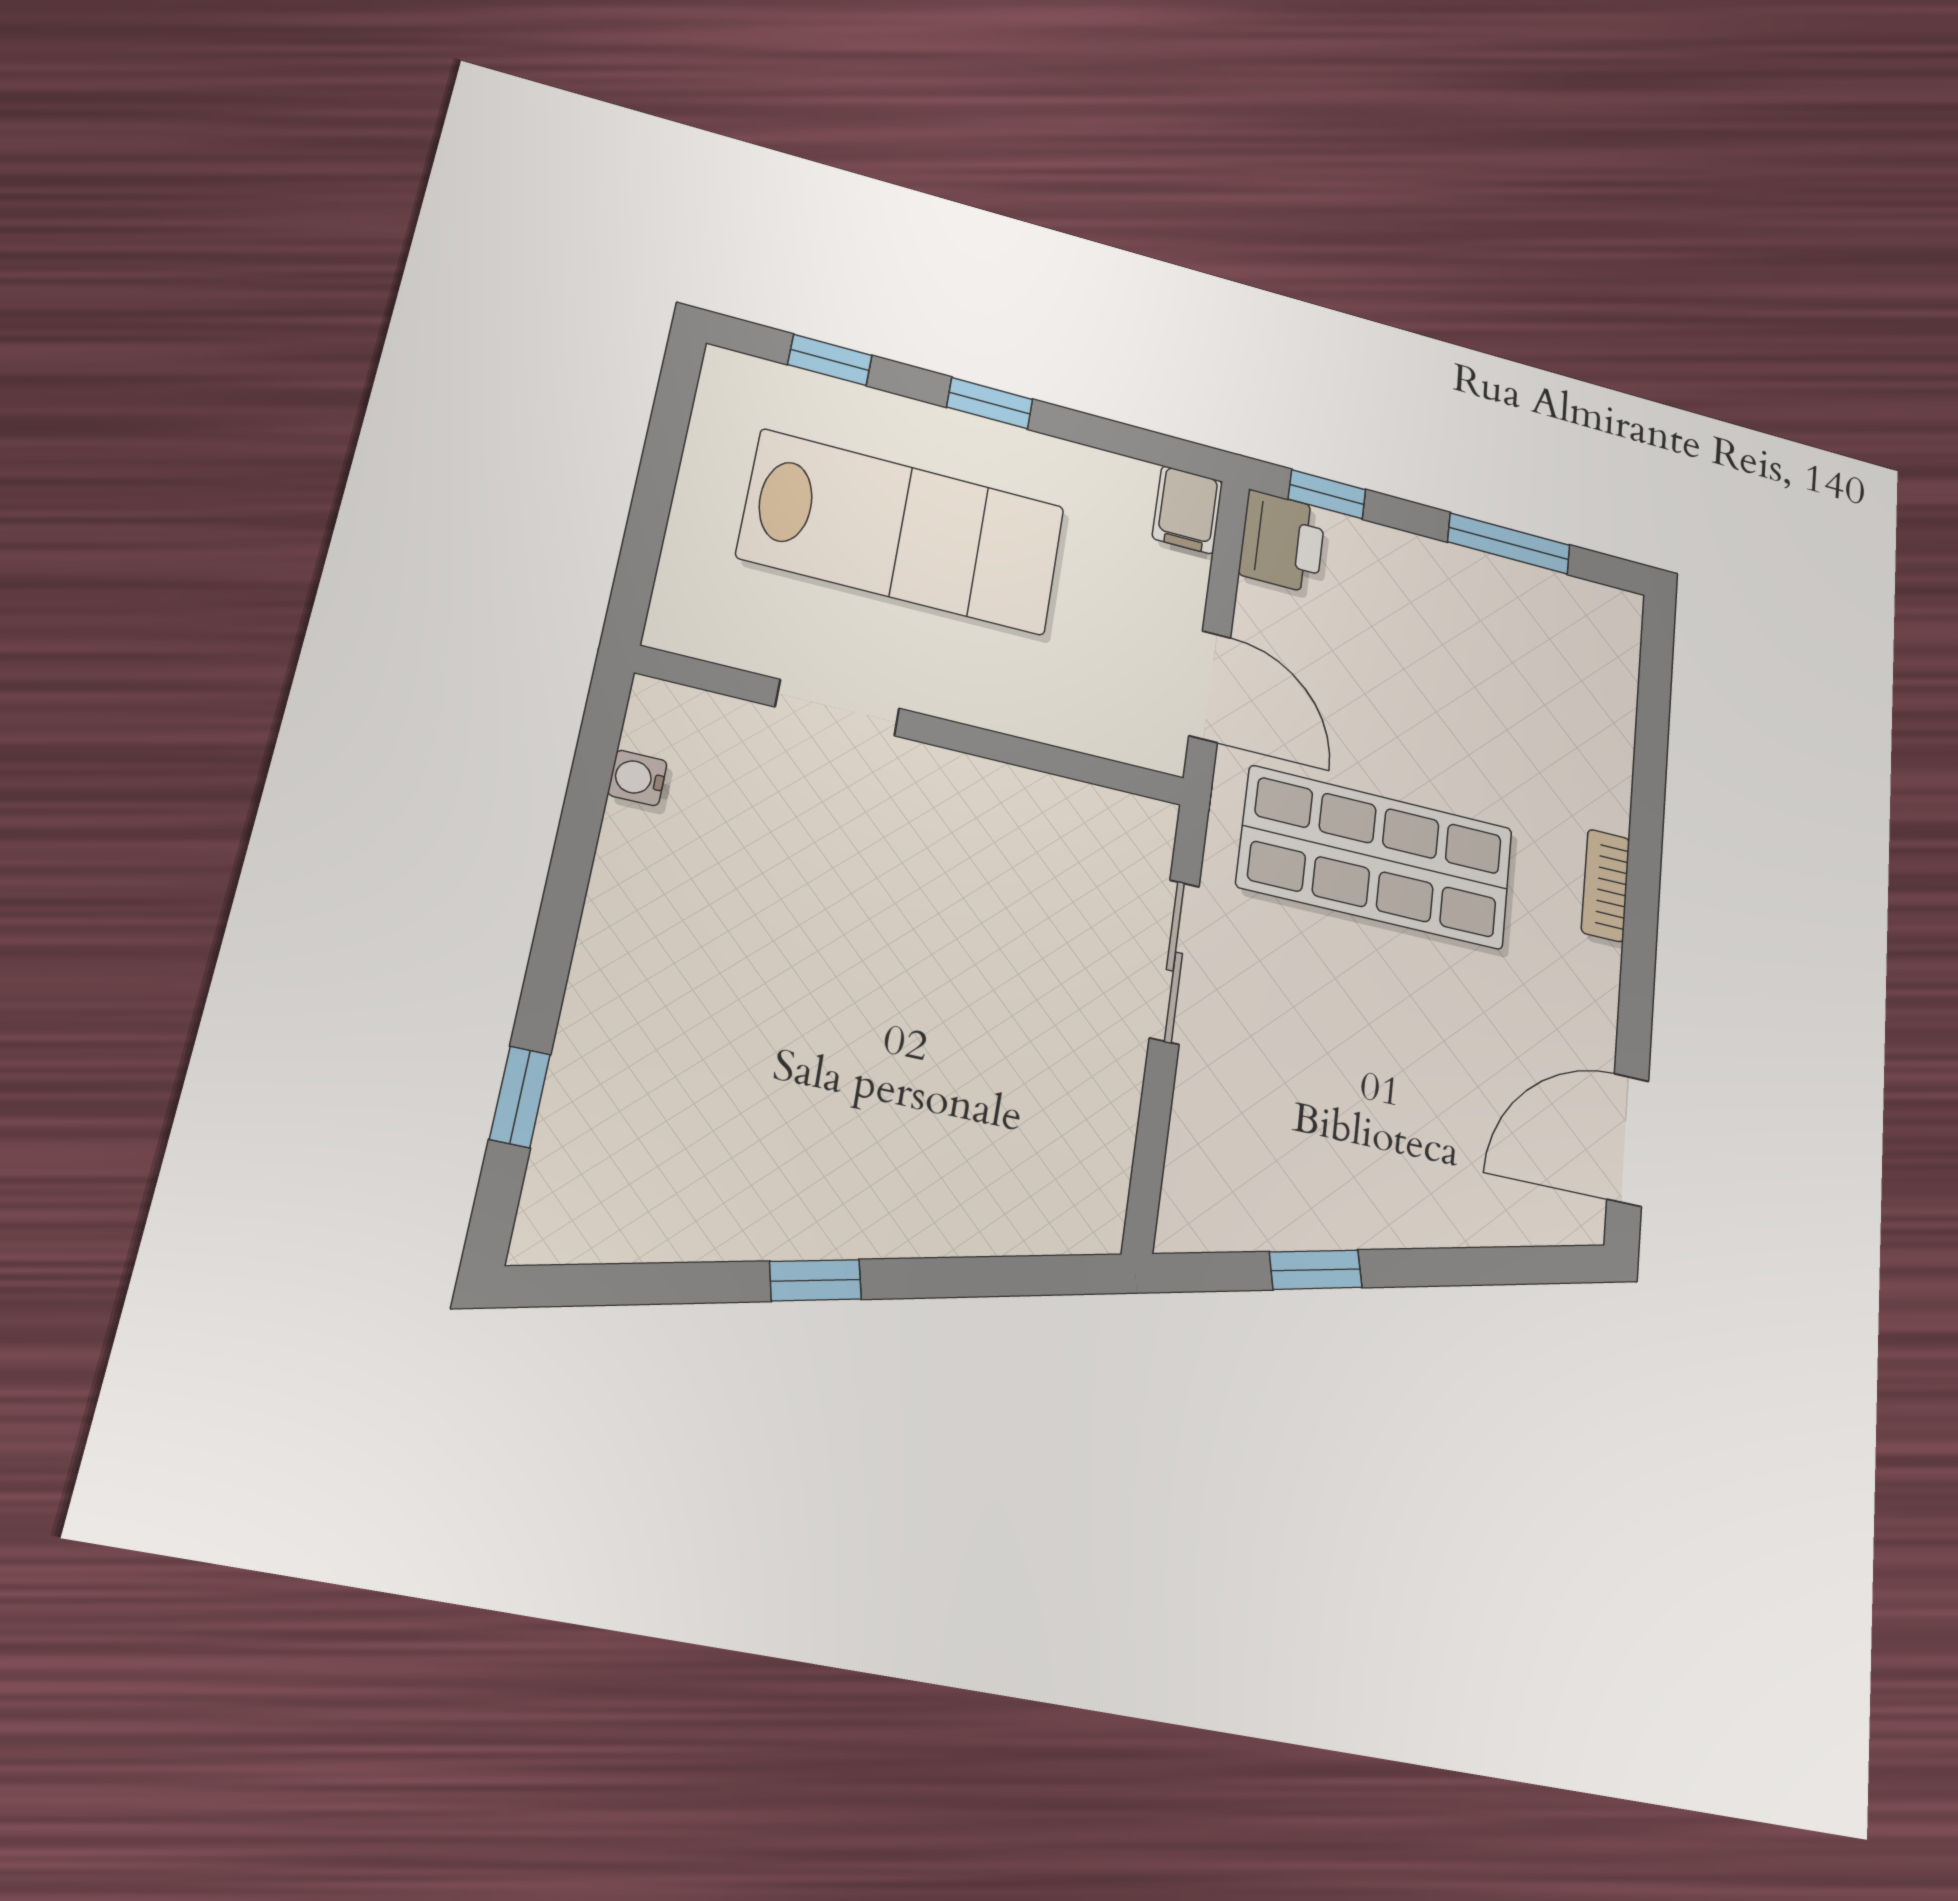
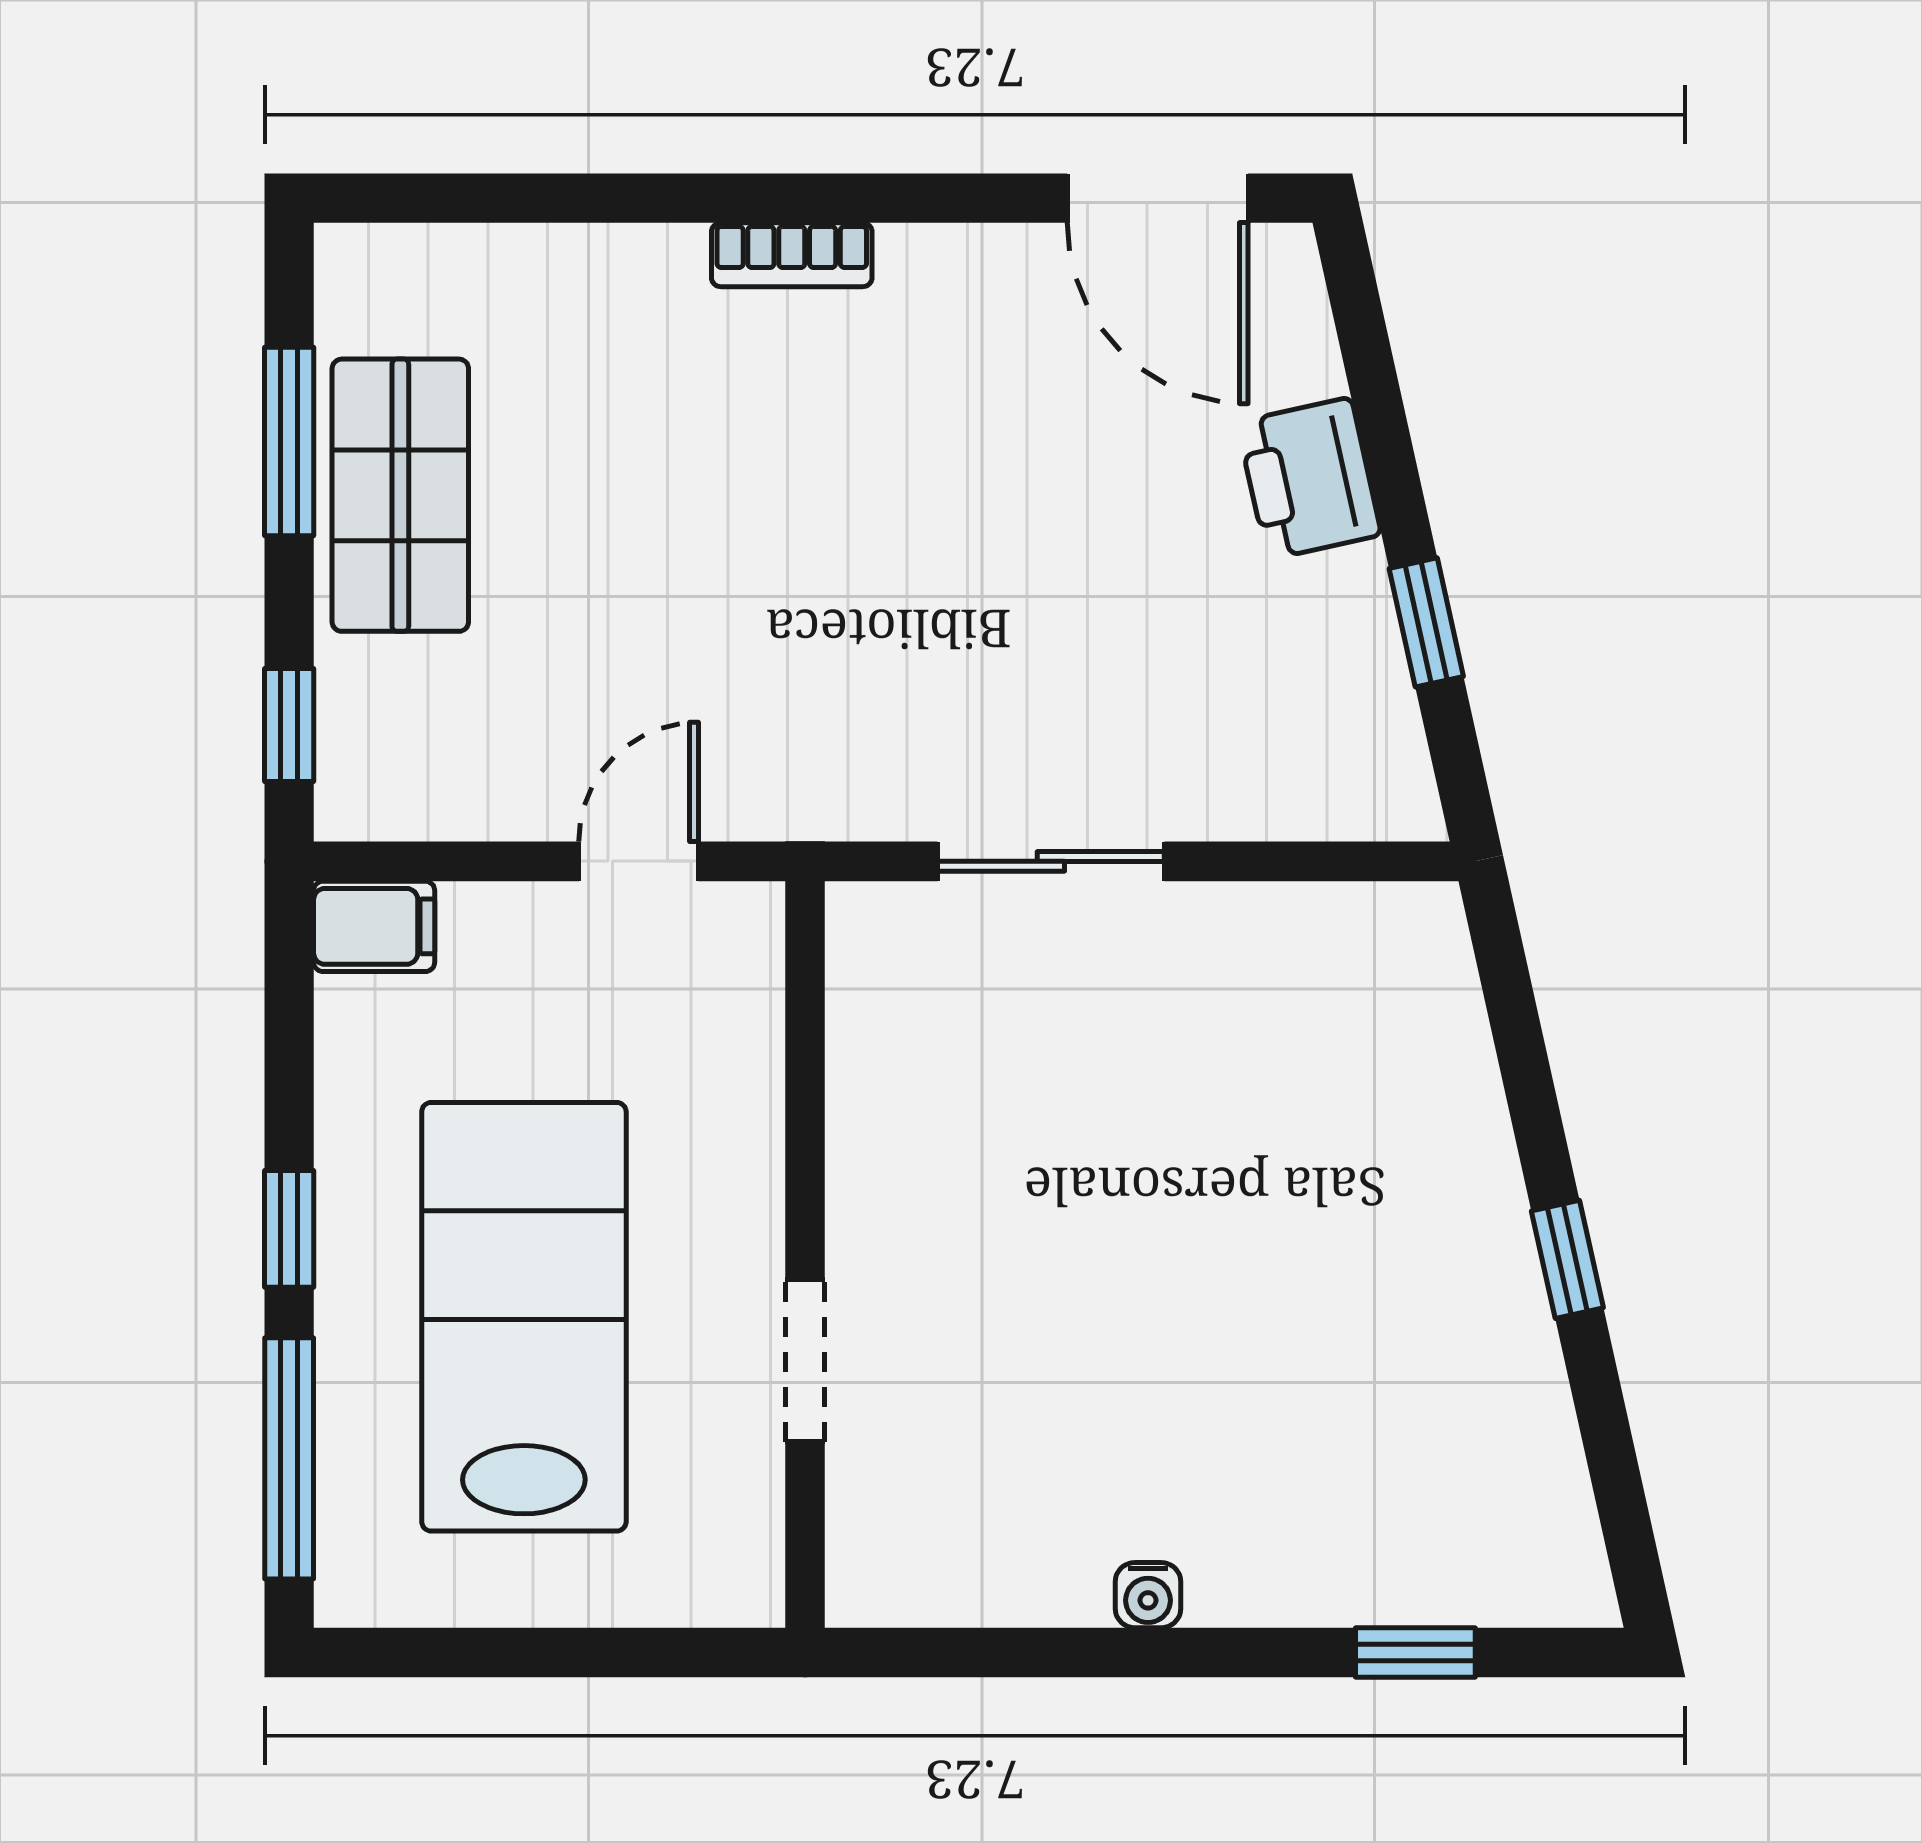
window: (830, 360) -> (289, 1458), width x2.17
printer: (1282, 542) -> (1309, 479), moved, turned -102
door: (1210, 686) -> (639, 861), width x0.73
water cooler: (637, 778) -> (1148, 1595), moved
shop shelf: (1376, 857) -> (400, 495), moved, width x0.70, depth x0.74

